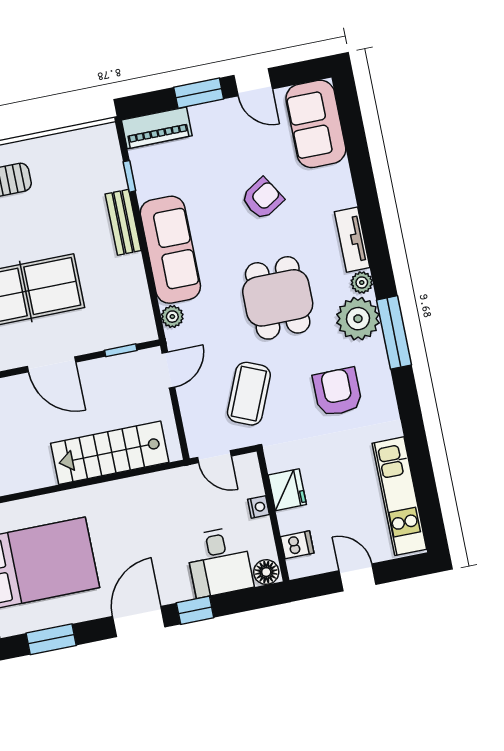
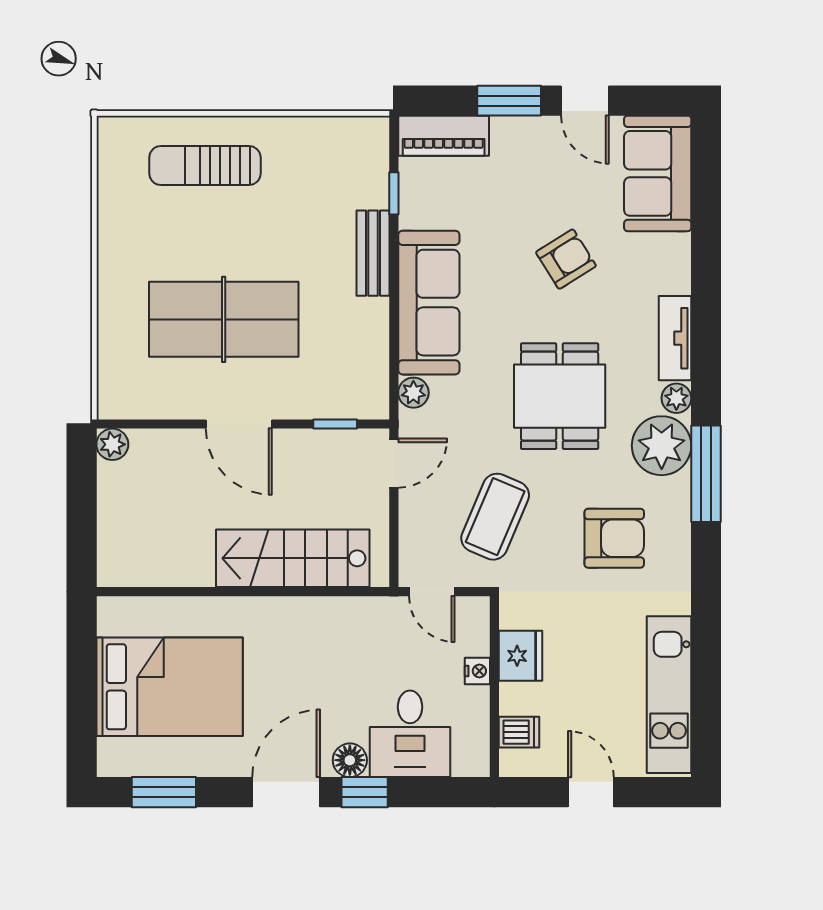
armchair: (337, 392) -> (614, 538), turned 90
floor lamp: (266, 572) -> (350, 760), moved

